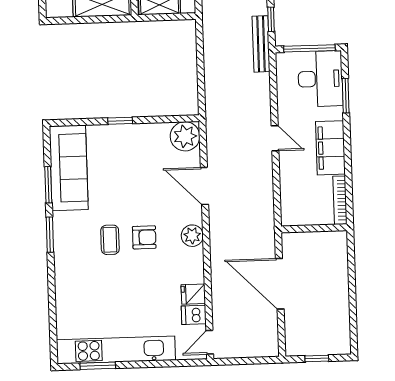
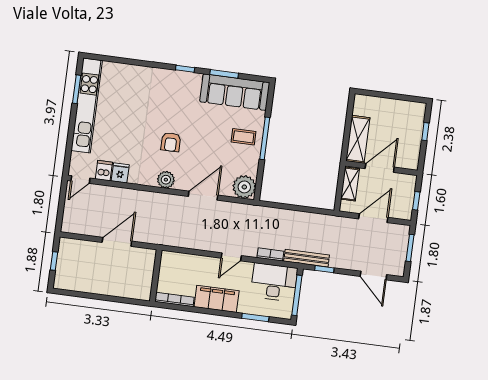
desk: (320, 79) -> (274, 282), moved, turned 180
bookcase: (264, 90) -> (270, 254), added
window: (120, 121) -> (265, 138), width x2.17
window: (50, 235) -> (185, 69), width x0.67
coffee table: (110, 240) -> (244, 137), moved
door: (280, 284) -> (117, 242), width x0.73
door: (210, 342) -> (80, 180), swing flipped

